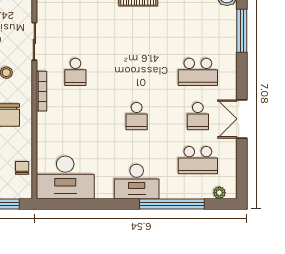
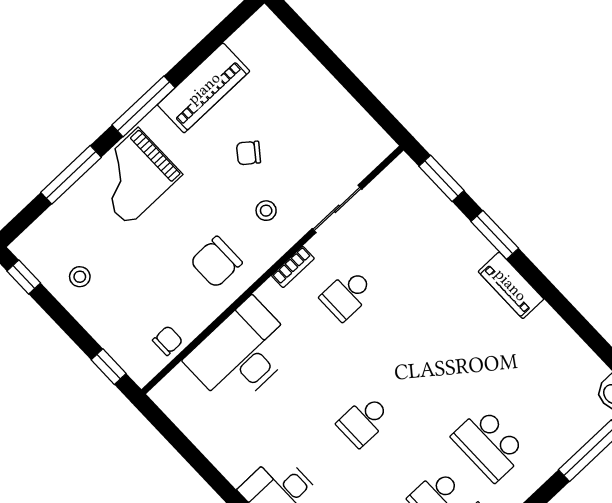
bookcase: (42, 91) -> (293, 267), width x0.64
desk: (65, 178) -> (242, 354), moved, turned 90

